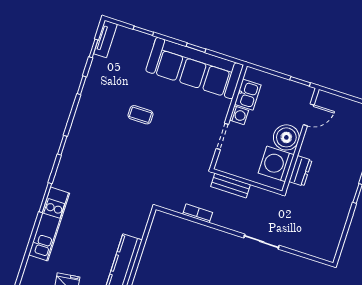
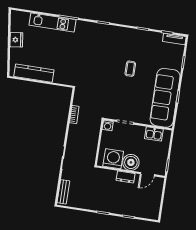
washing machine: (239, 115) -> (108, 126), moved
door: (309, 115) -> (147, 174), hinge flipped
dresser: (301, 171) -> (126, 177), moved
bench: (230, 186) -> (63, 192), moved

